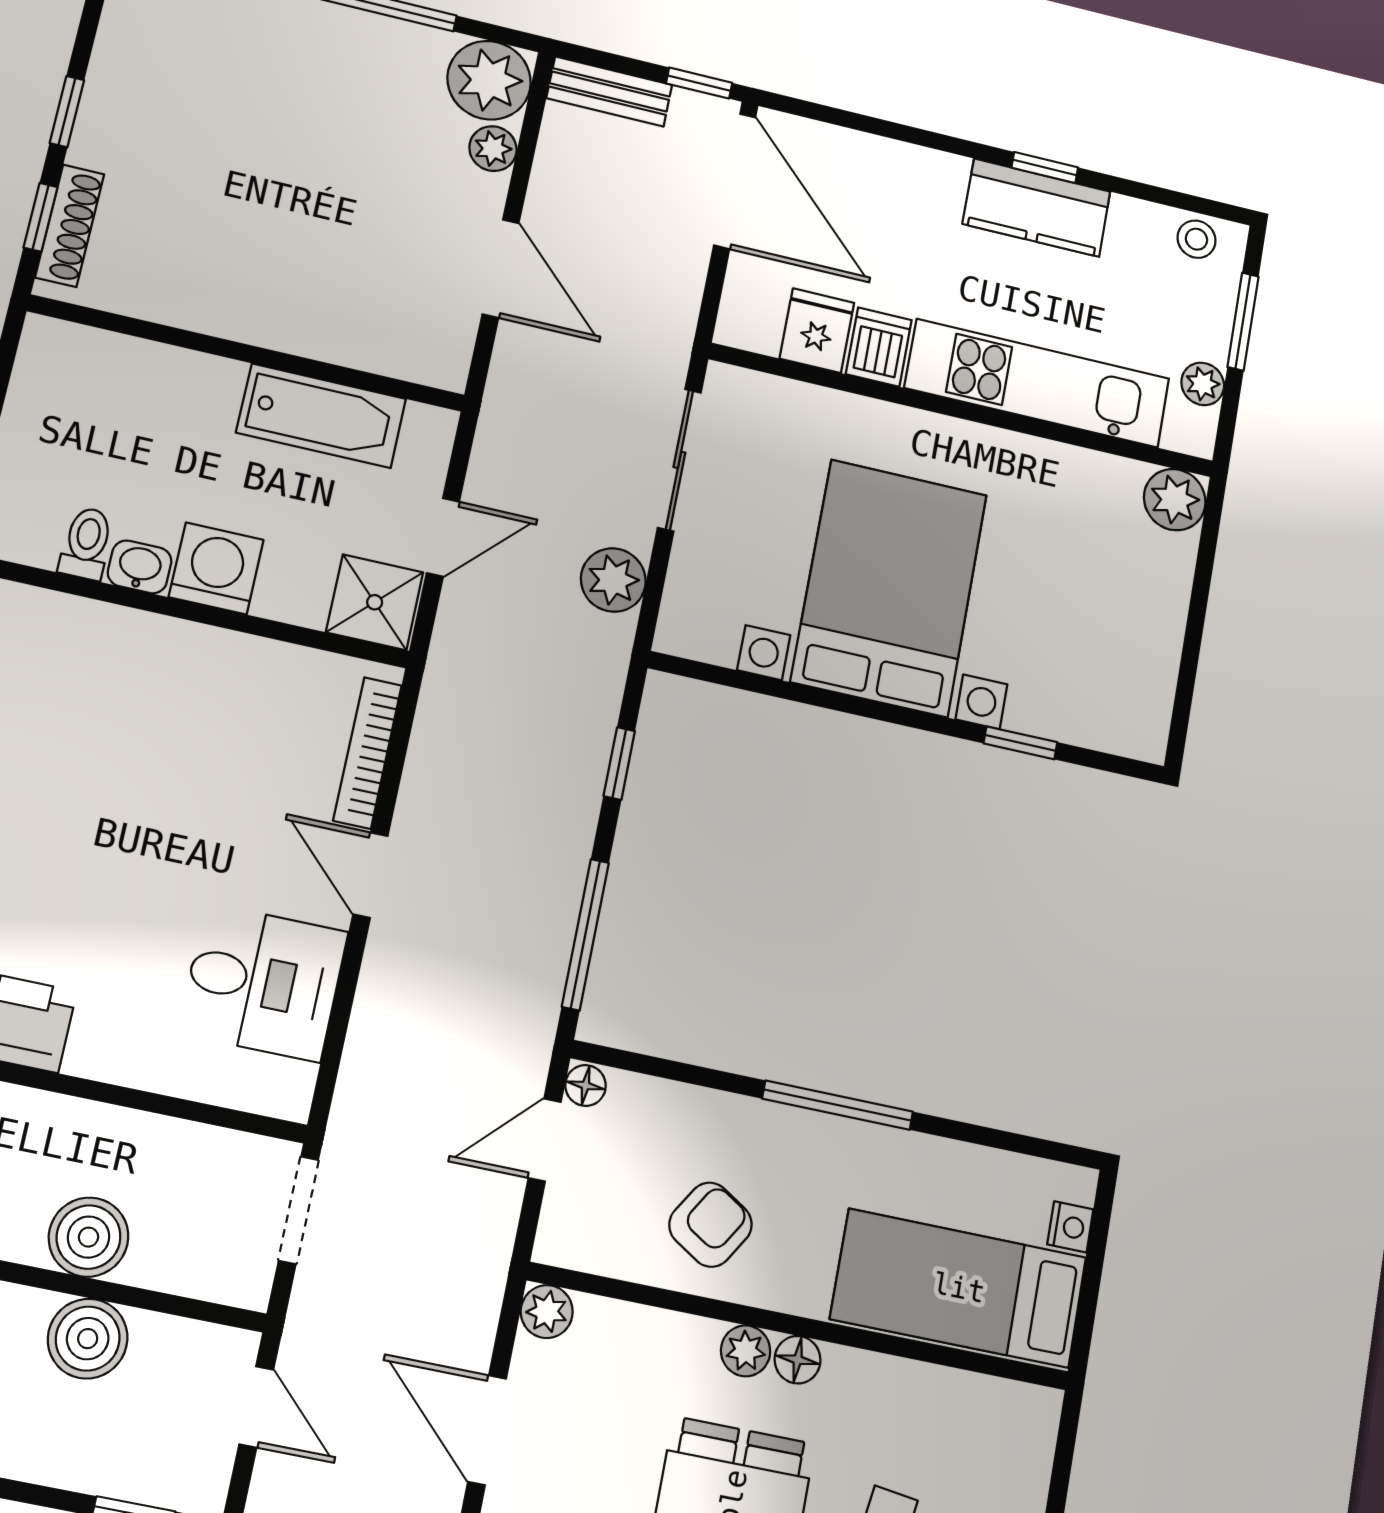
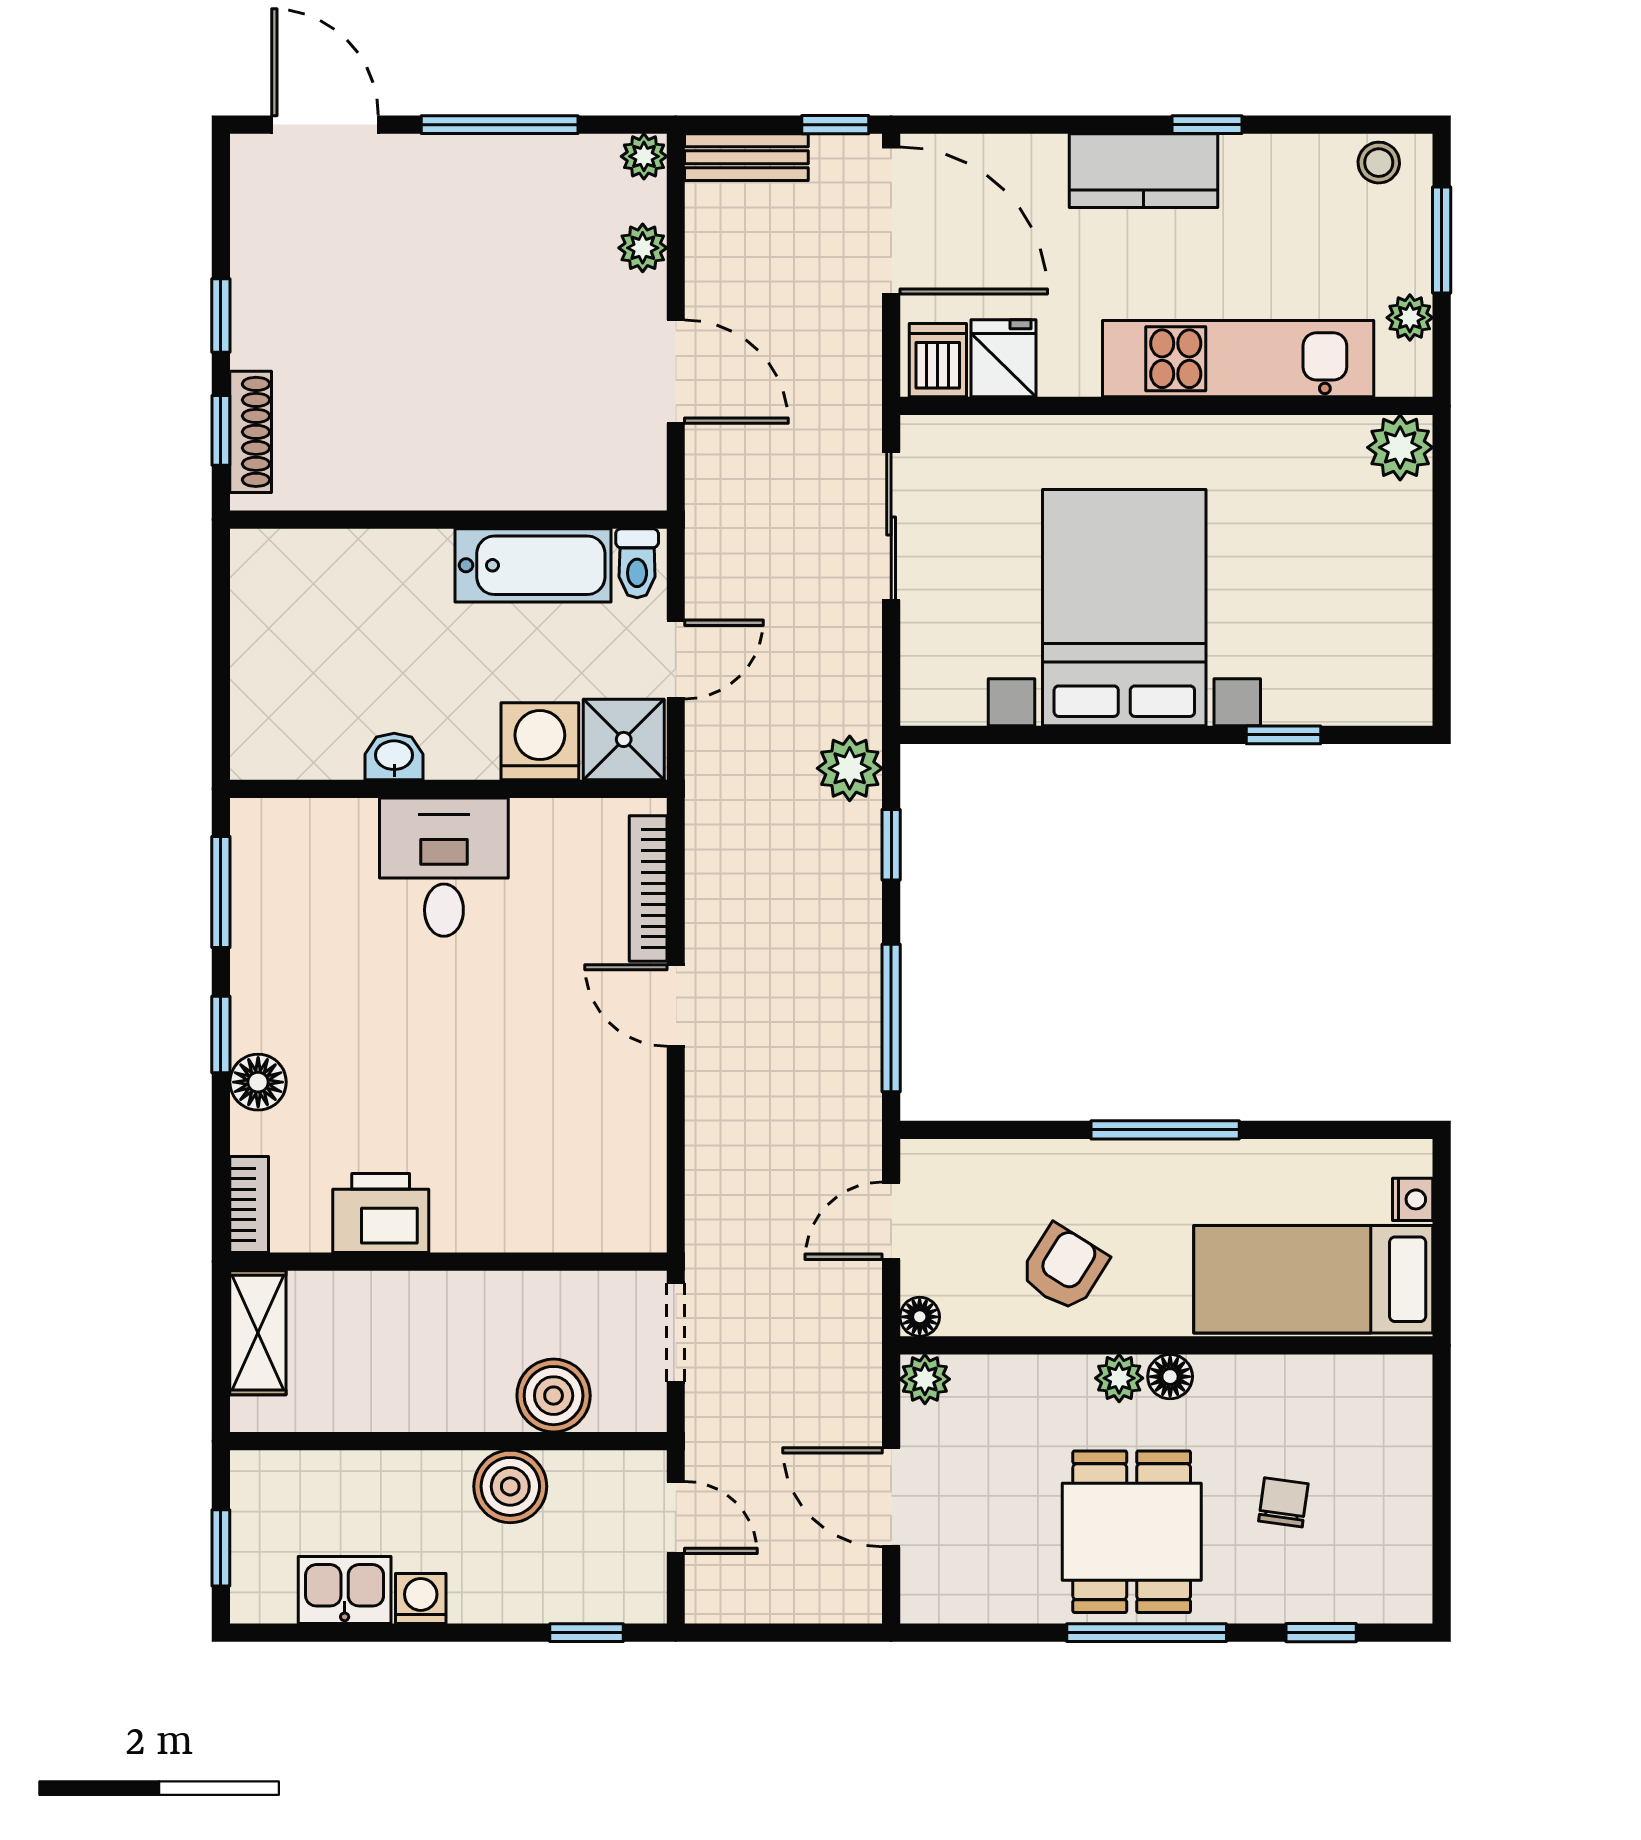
plant: (489, 80) -> (644, 156), width x0.53, depth x0.53
kitchen counter: (1037, 208) -> (1143, 171), moved
dishwasher: (879, 347) -> (938, 360), moved
toilet: (86, 543) -> (637, 563), moved, turned 180
washing machine: (216, 568) -> (540, 741), moved
plant: (613, 580) -> (850, 768), moved
desk: (263, 982) -> (444, 867), moved, turned -90
floor lamp: (586, 1085) -> (920, 1317), moved
boiler: (89, 1237) -> (554, 1396), moved

